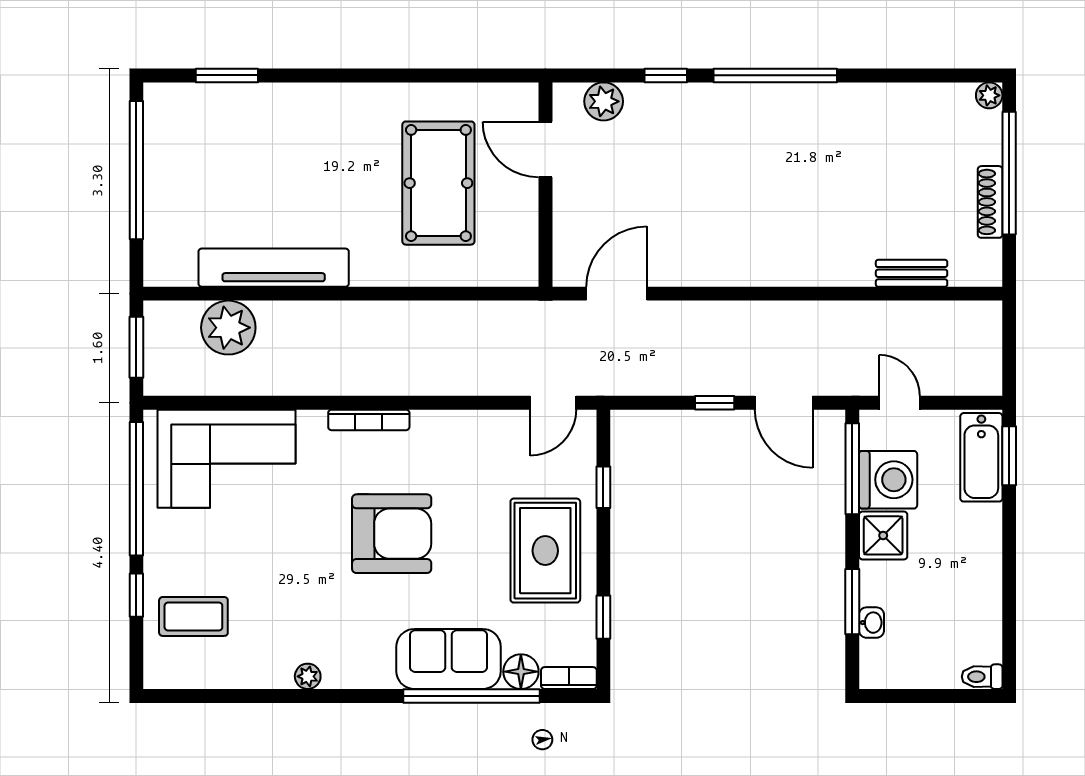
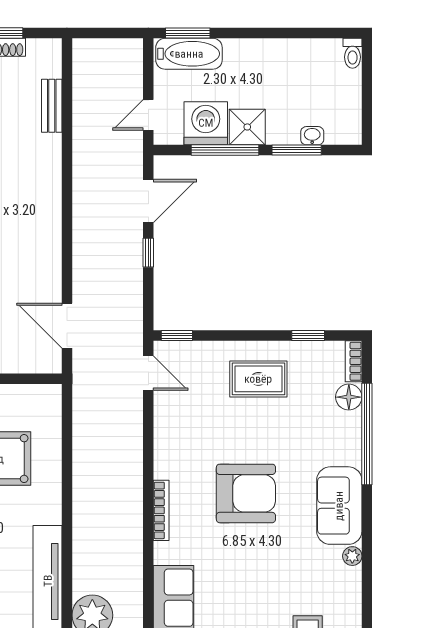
window: (852, 469) -> (225, 150), moved
window: (603, 487) -> (177, 336), moved
armchair: (392, 534) -> (246, 493), turned 90
rug: (545, 551) -> (258, 379), width x0.73, depth x0.70
sofa: (449, 659) -> (339, 506), moved

